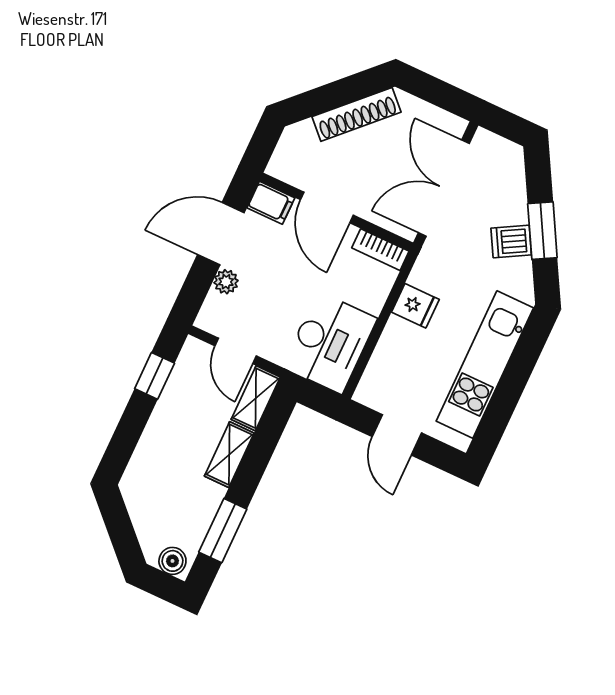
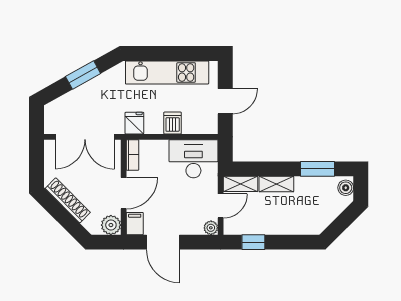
plant: (286, 164) -> (111, 225), added
dishwasher: (511, 242) -> (173, 123), moved, turned -151
plant: (226, 282) -> (211, 228), moved
fridge: (415, 306) -> (134, 123), moved

